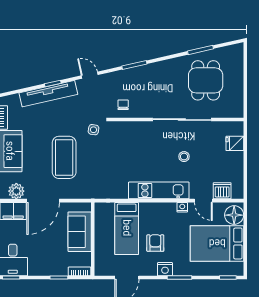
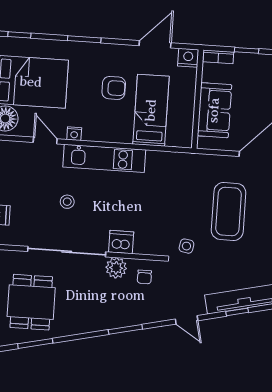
plant: (144, 110) -> (116, 268), added
dishwasher: (222, 191) -> (121, 242), moved, turned 180
armchair: (155, 243) -> (114, 88), turned -90
nightstand: (165, 269) -> (188, 58), moved

